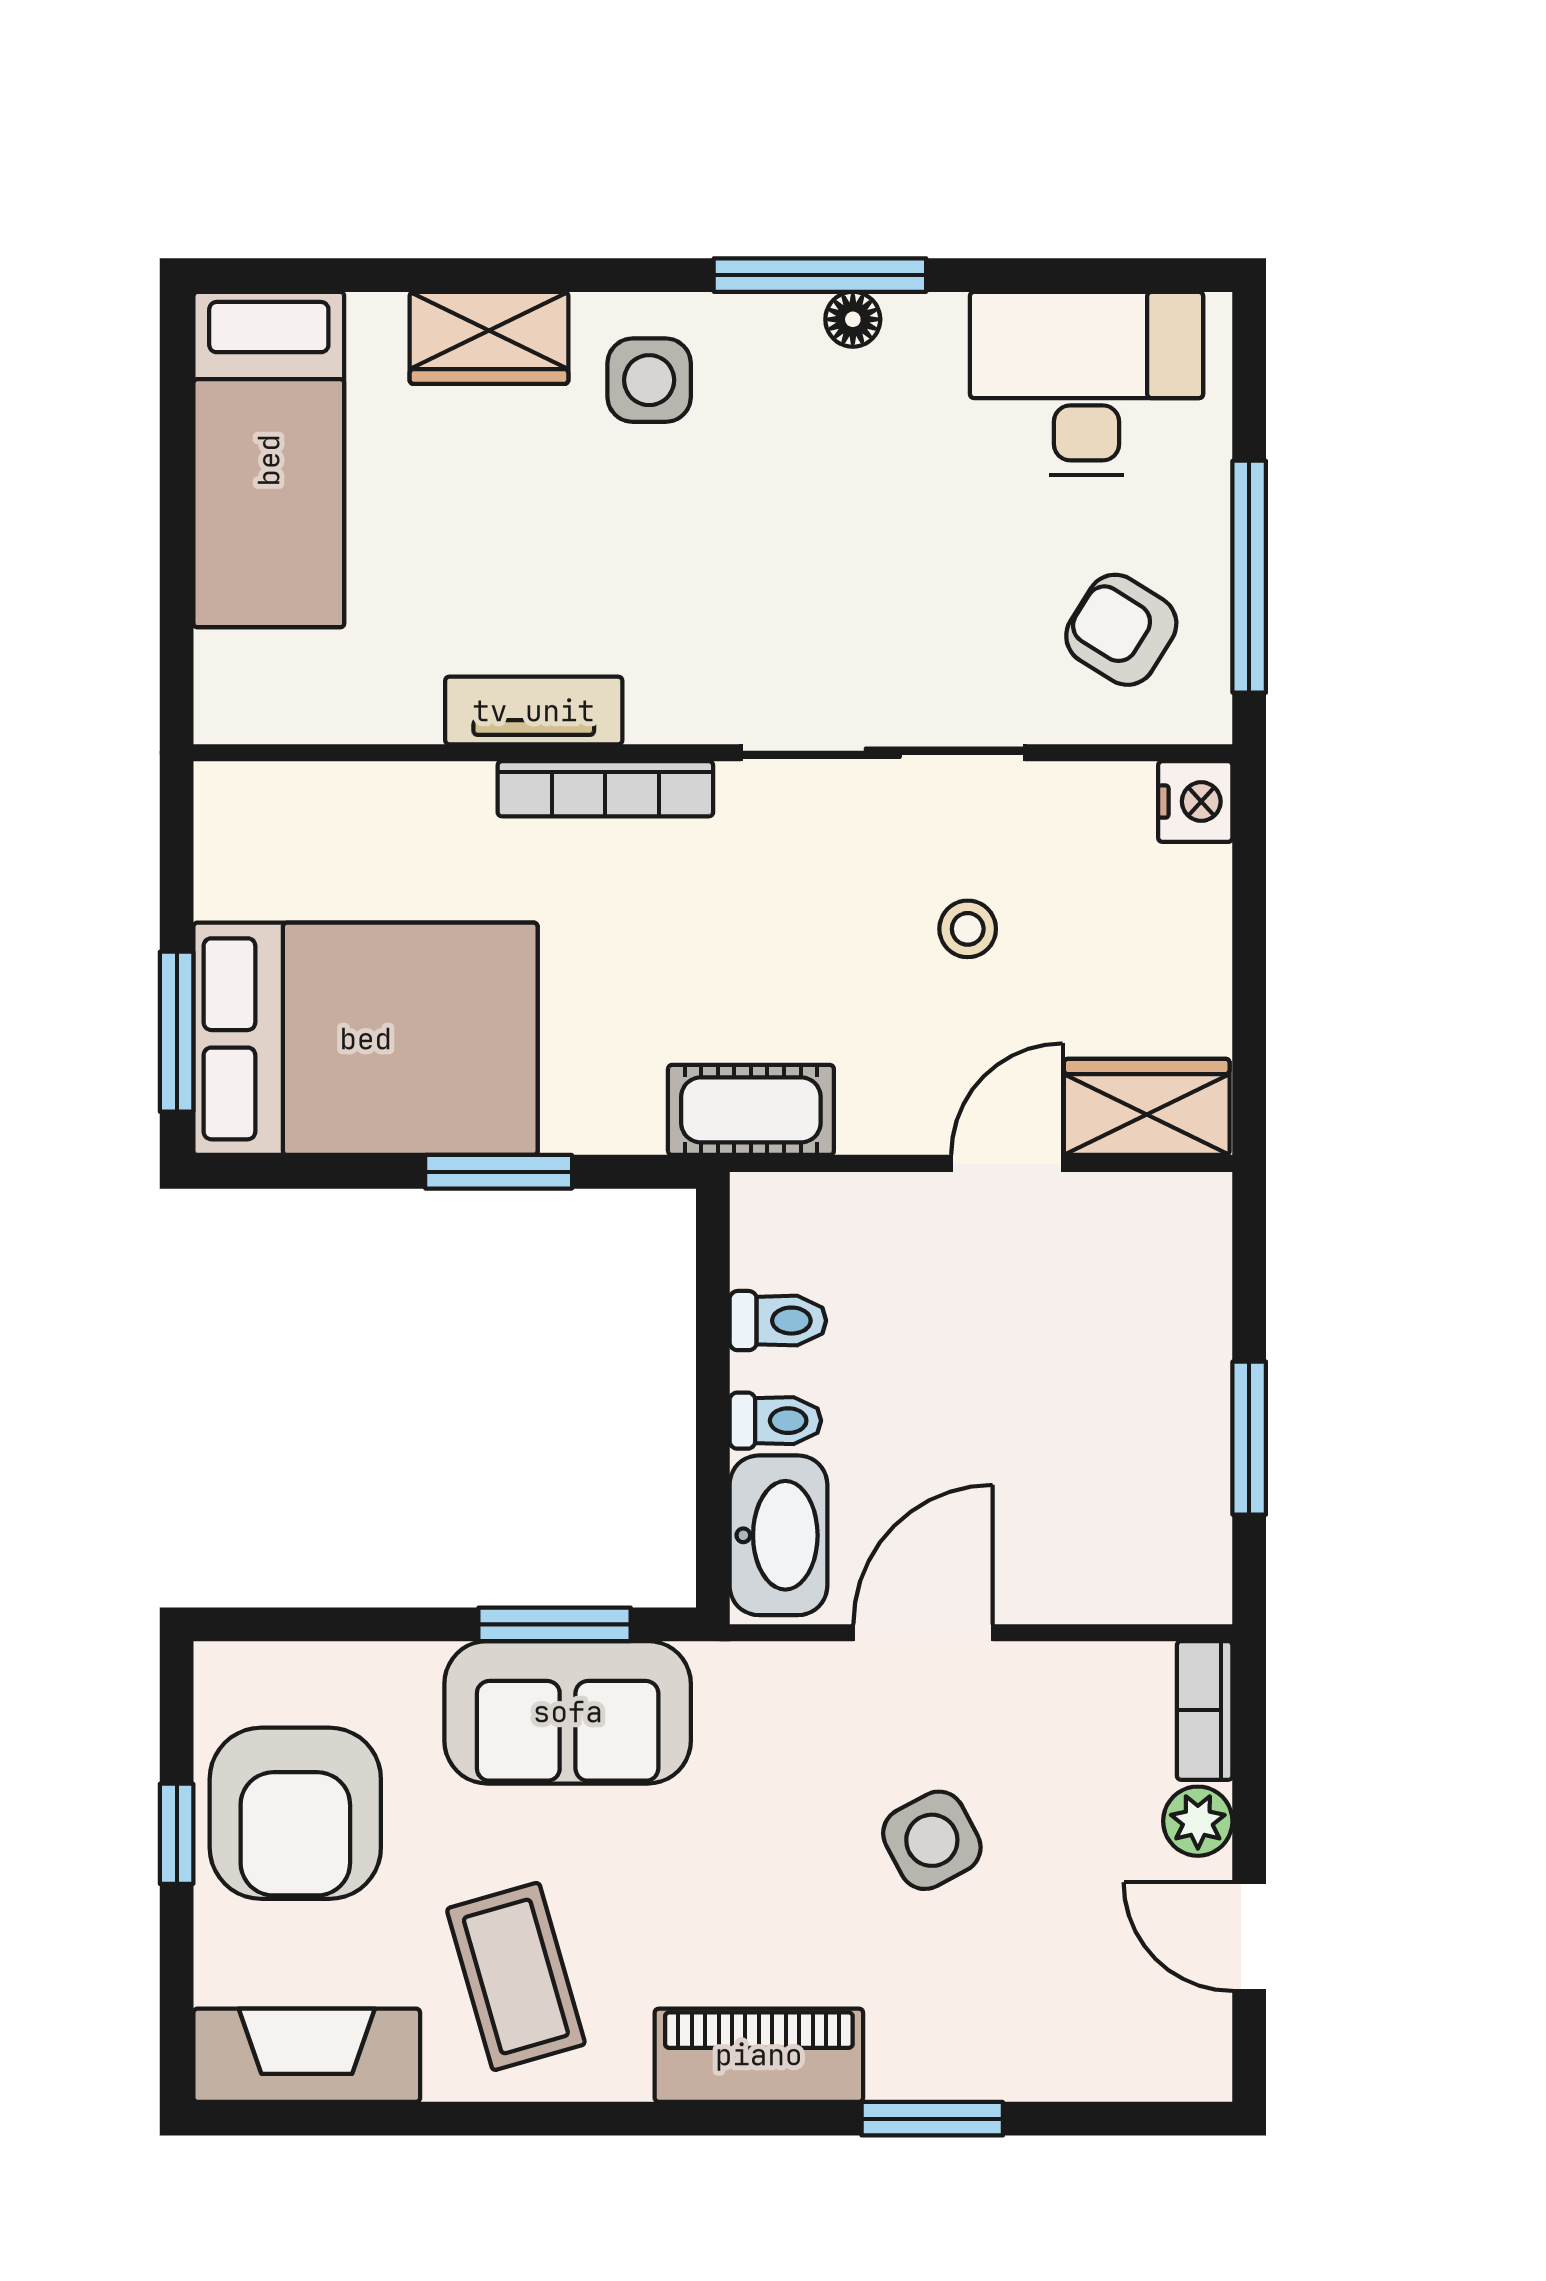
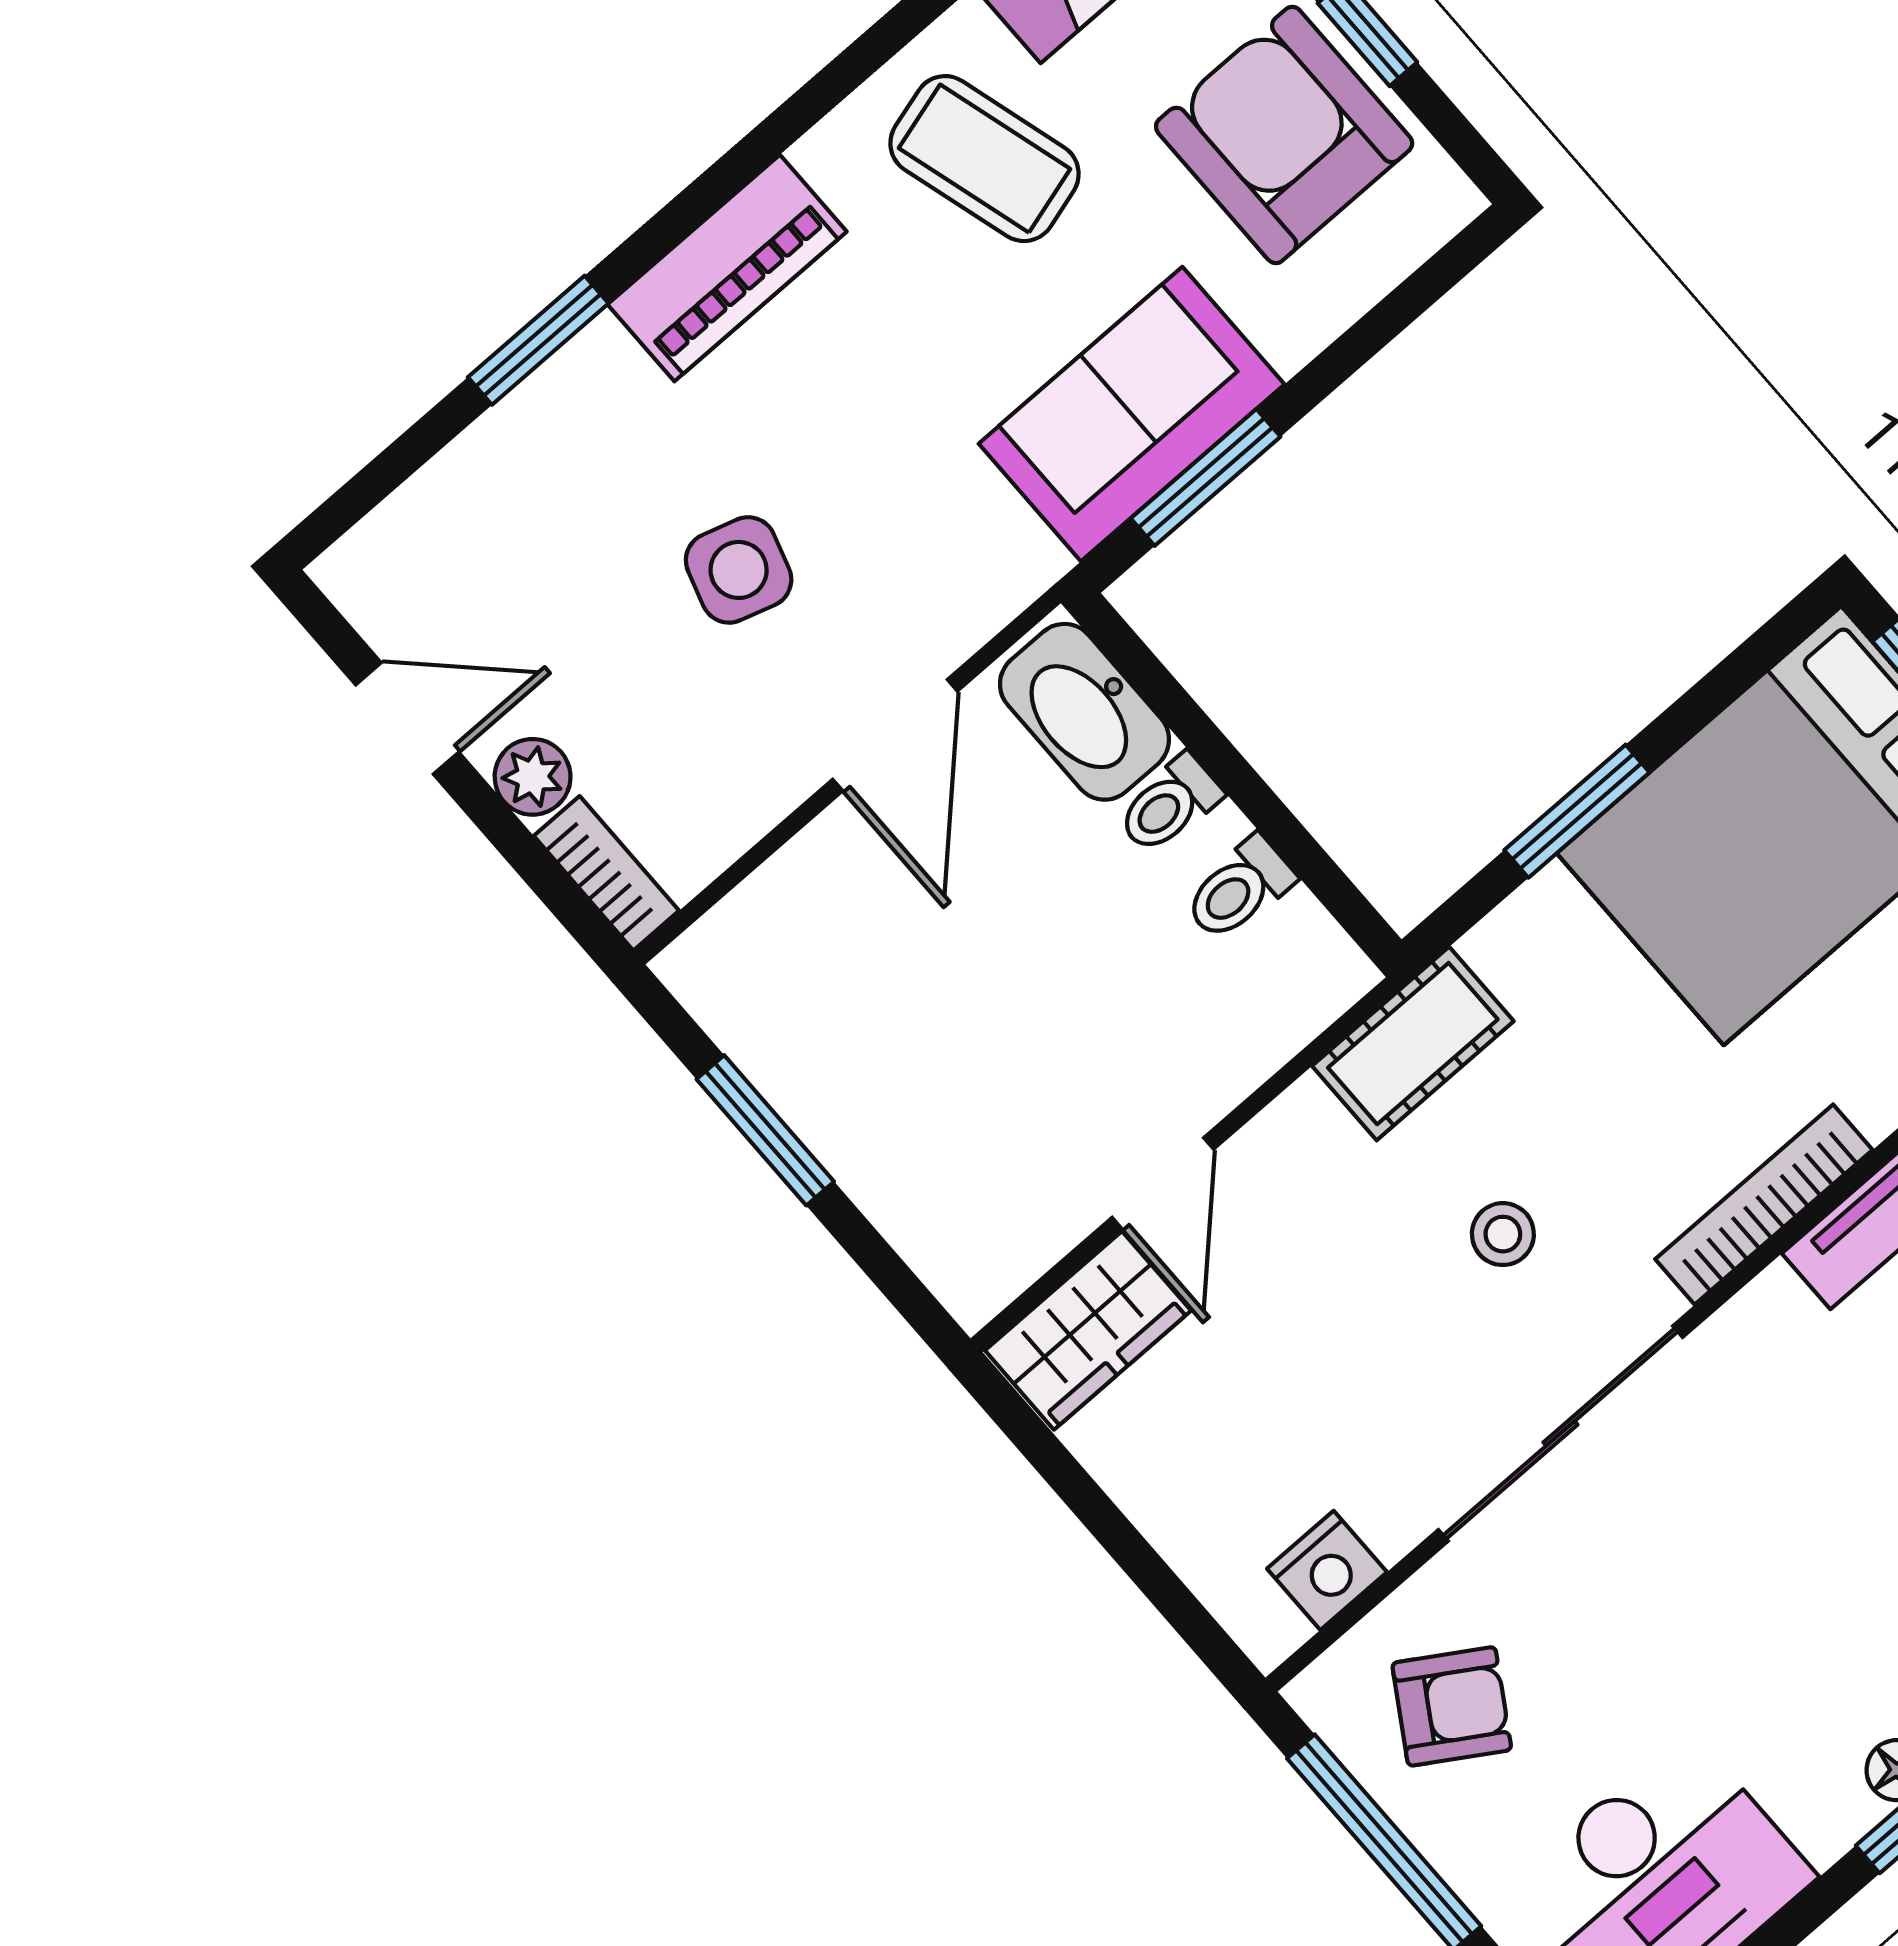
nightstand: (1195, 802) -> (1327, 1570), moved, turned -90
stool: (968, 929) -> (1503, 1234), moved
side table: (932, 1840) -> (739, 570), turned 45

